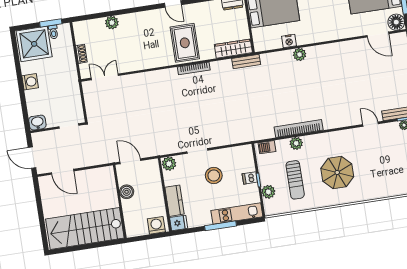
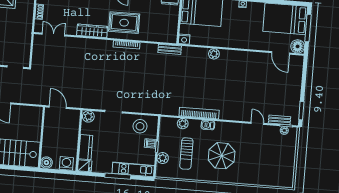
nightstand: (289, 41) -> (184, 39), moved
rug: (185, 43) -> (124, 23), turned 90
wardrobe: (233, 49) -> (92, 31), moved
plant: (296, 143) -> (183, 124), moved
barbecue: (267, 147) -> (208, 125), moved
stool: (214, 176) -> (140, 126), moved
boiler: (127, 192) -> (46, 163), moved

